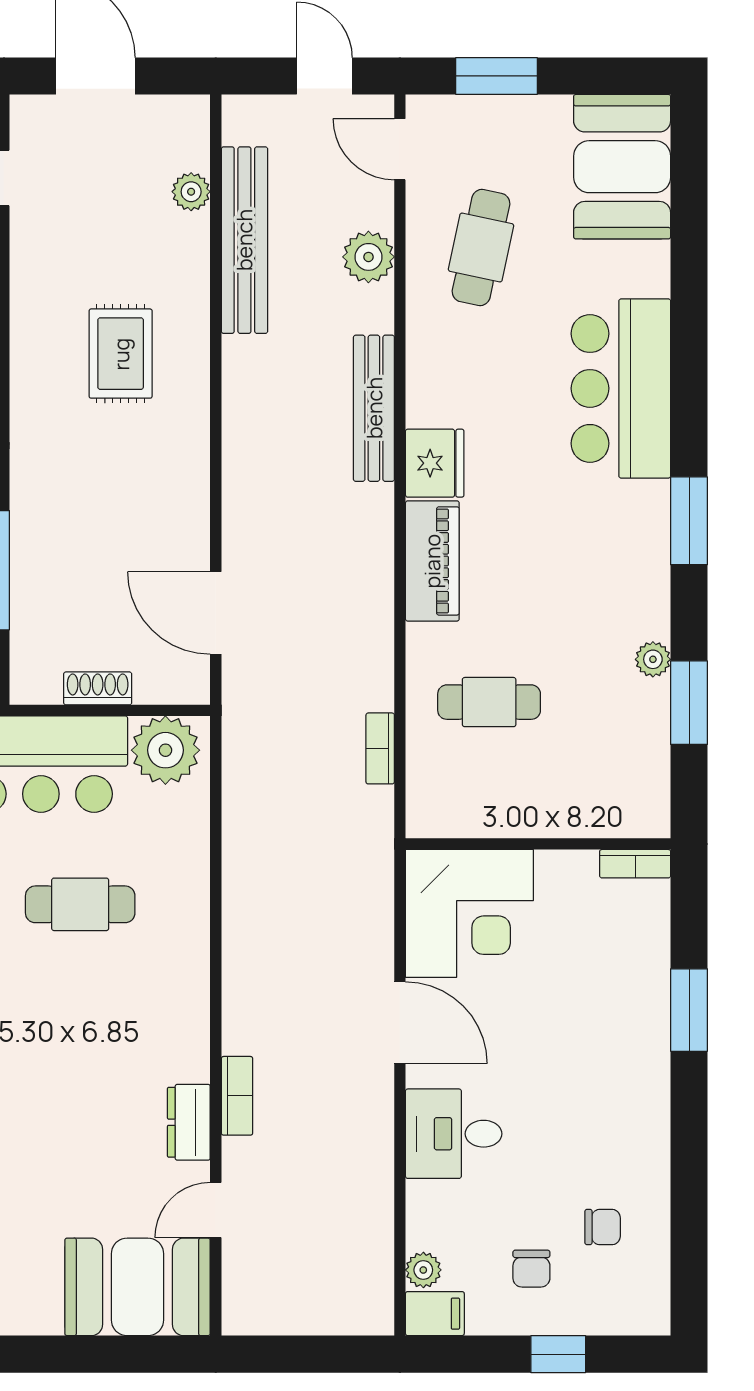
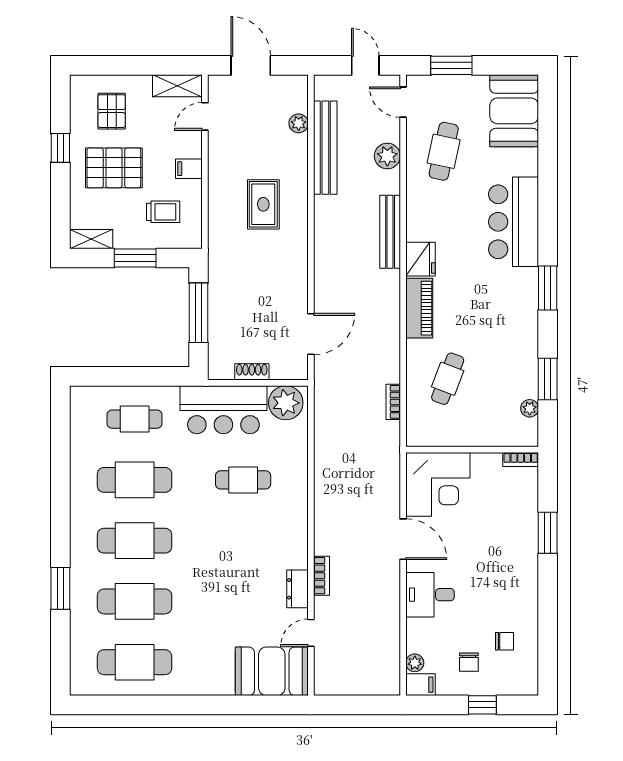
door: (216, 613) -> (311, 334), swing flipped
plant: (653, 659) -> (530, 408), moved
cafe table: (489, 702) -> (448, 379), turned -69

